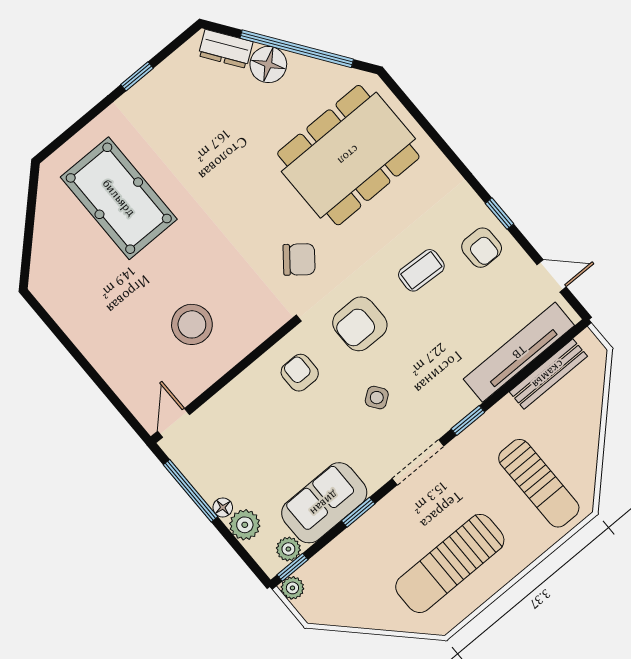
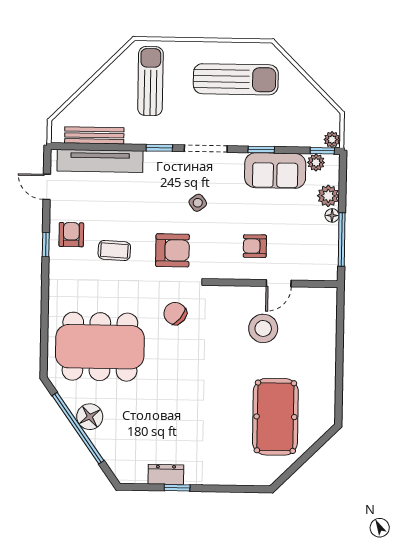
dresser: (226, 49) -> (166, 474), moved, turned -55
floor lamp: (268, 65) -> (90, 417), moved
pool table: (119, 198) -> (275, 417), moved
armchair: (300, 373) -> (255, 246), moved, turned 90
door: (174, 423) -> (279, 283), moved

